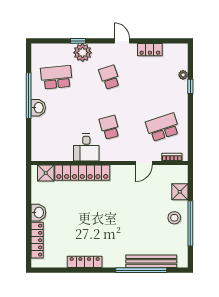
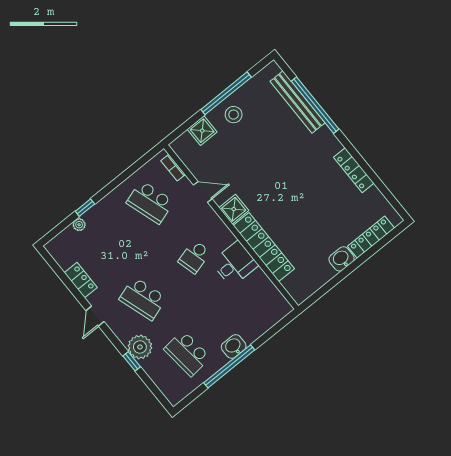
school desk: (110, 77) -> (143, 299), width x1.85
shower: (46, 173) -> (234, 209), moved

